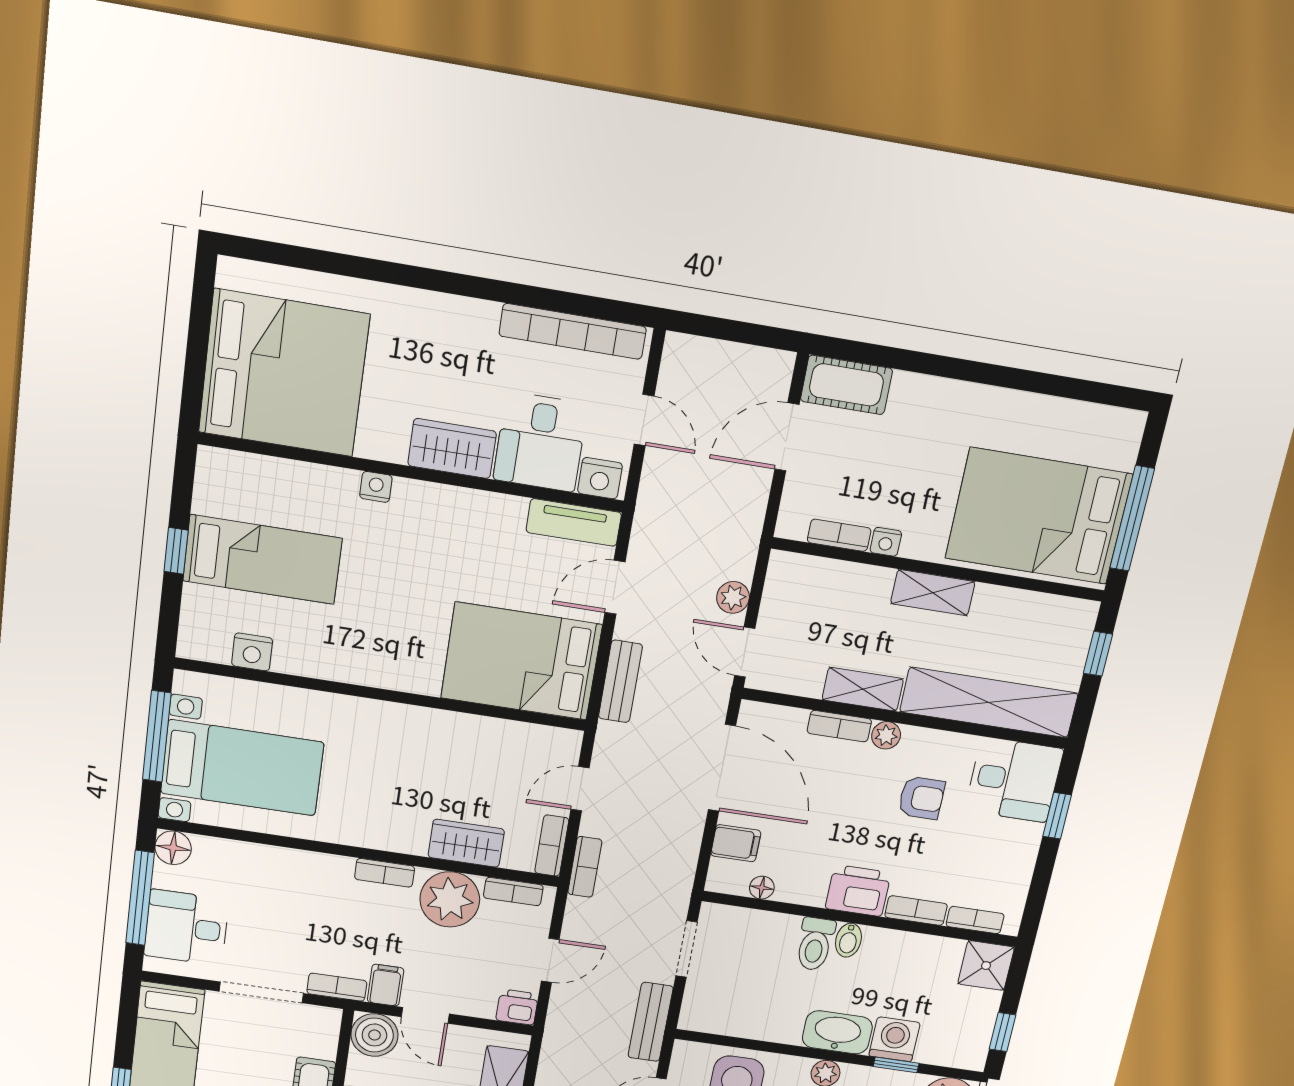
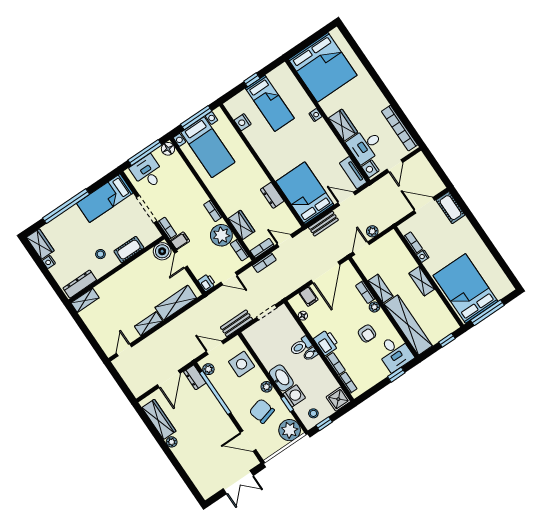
dresser: (463, 730) -> (272, 195), added
stool: (963, 1034) -> (313, 413), added

